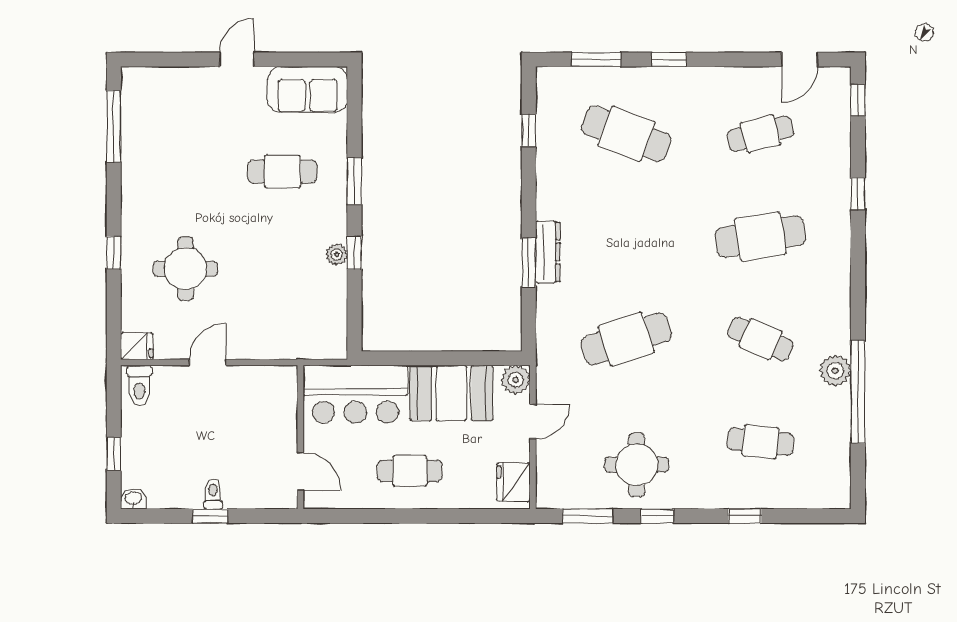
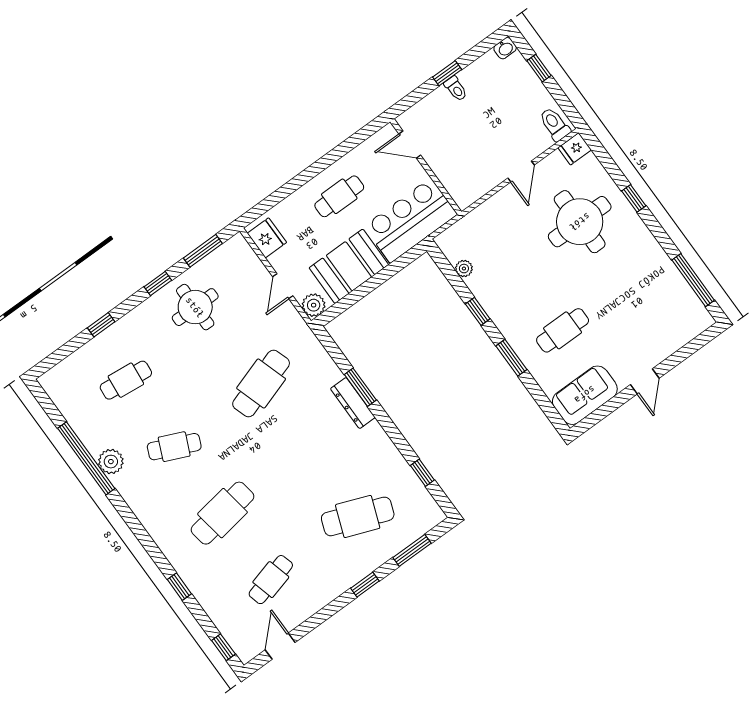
plant: (337, 254) -> (464, 269), moved
round table: (185, 269) -> (580, 222), width x1.36, depth x1.36

